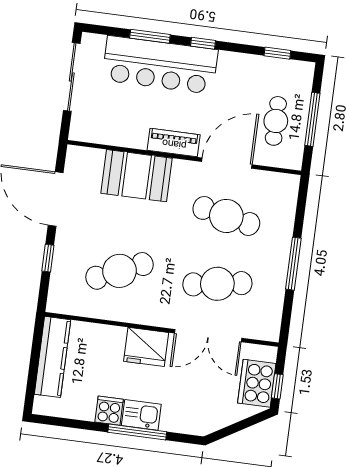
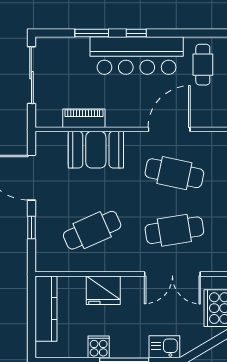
window: (277, 53) -> (199, 33), removed
bar counter: (160, 65) -> (137, 56), moved
cafe table: (276, 121) -> (203, 65), moved
piano: (174, 143) -> (84, 118), moved
fridge: (146, 347) -> (103, 290), moved
kitchen sink: (141, 415) -> (164, 347), moved

